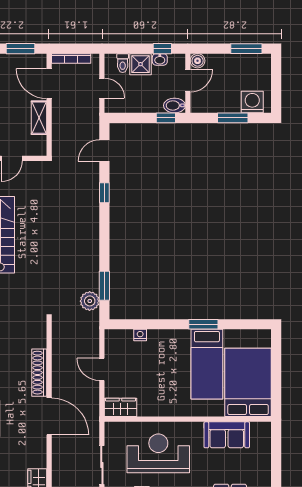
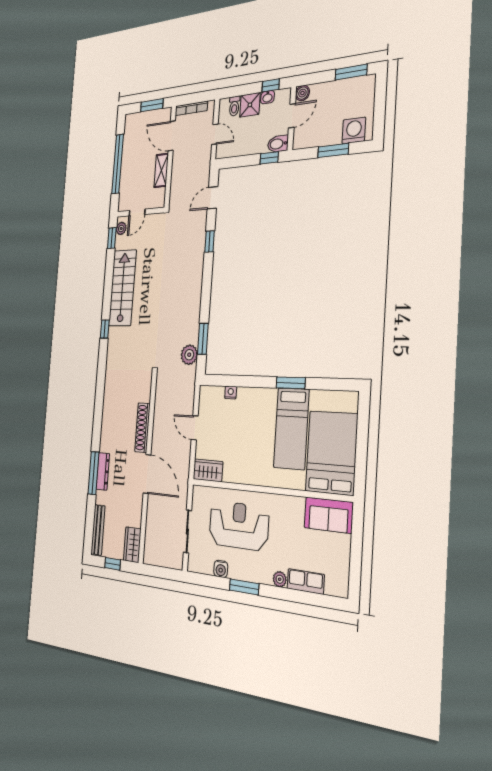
sofa: (227, 435) -> (329, 515), moved

